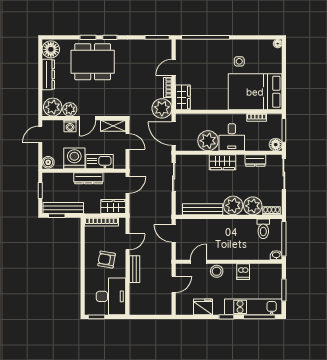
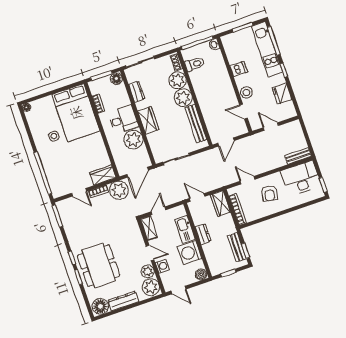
dresser: (88, 178) -> (203, 234), width x0.70
bench: (63, 208) -> (237, 247), width x0.73
bench: (135, 269) -> (298, 156), moved

